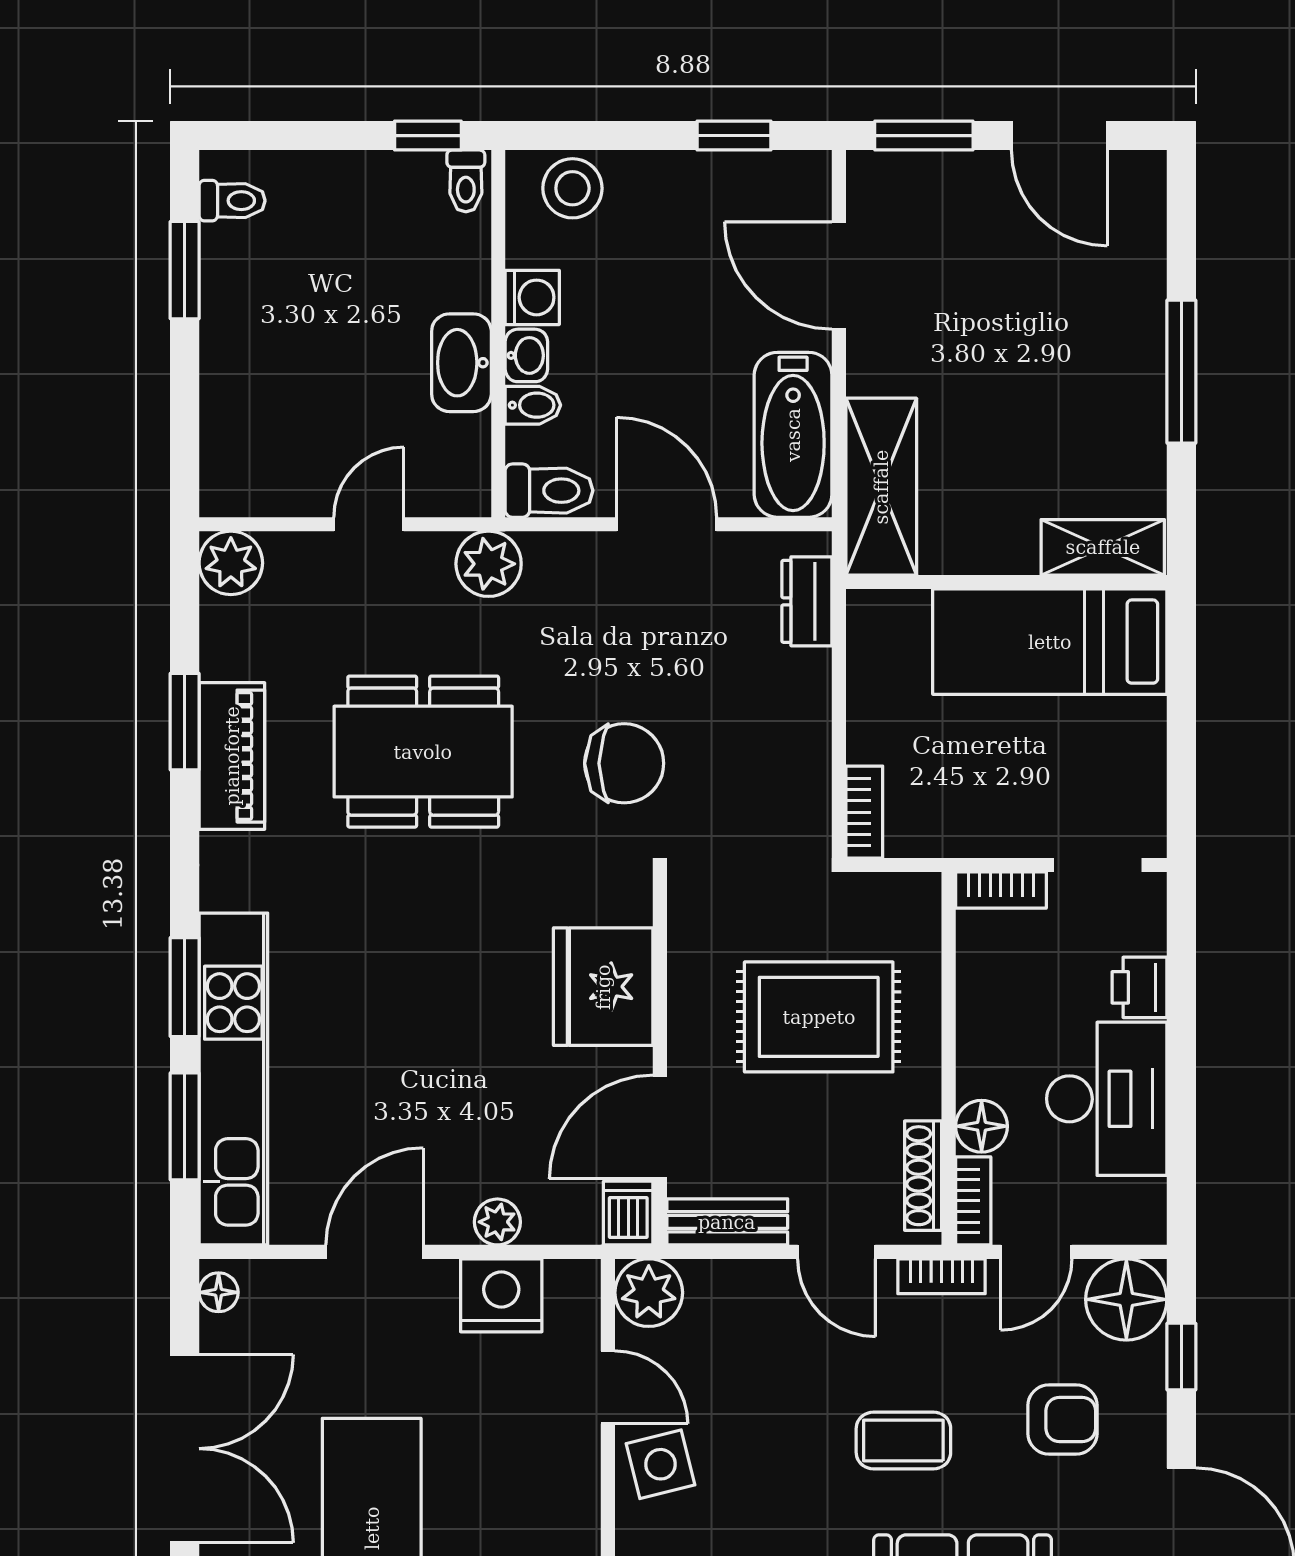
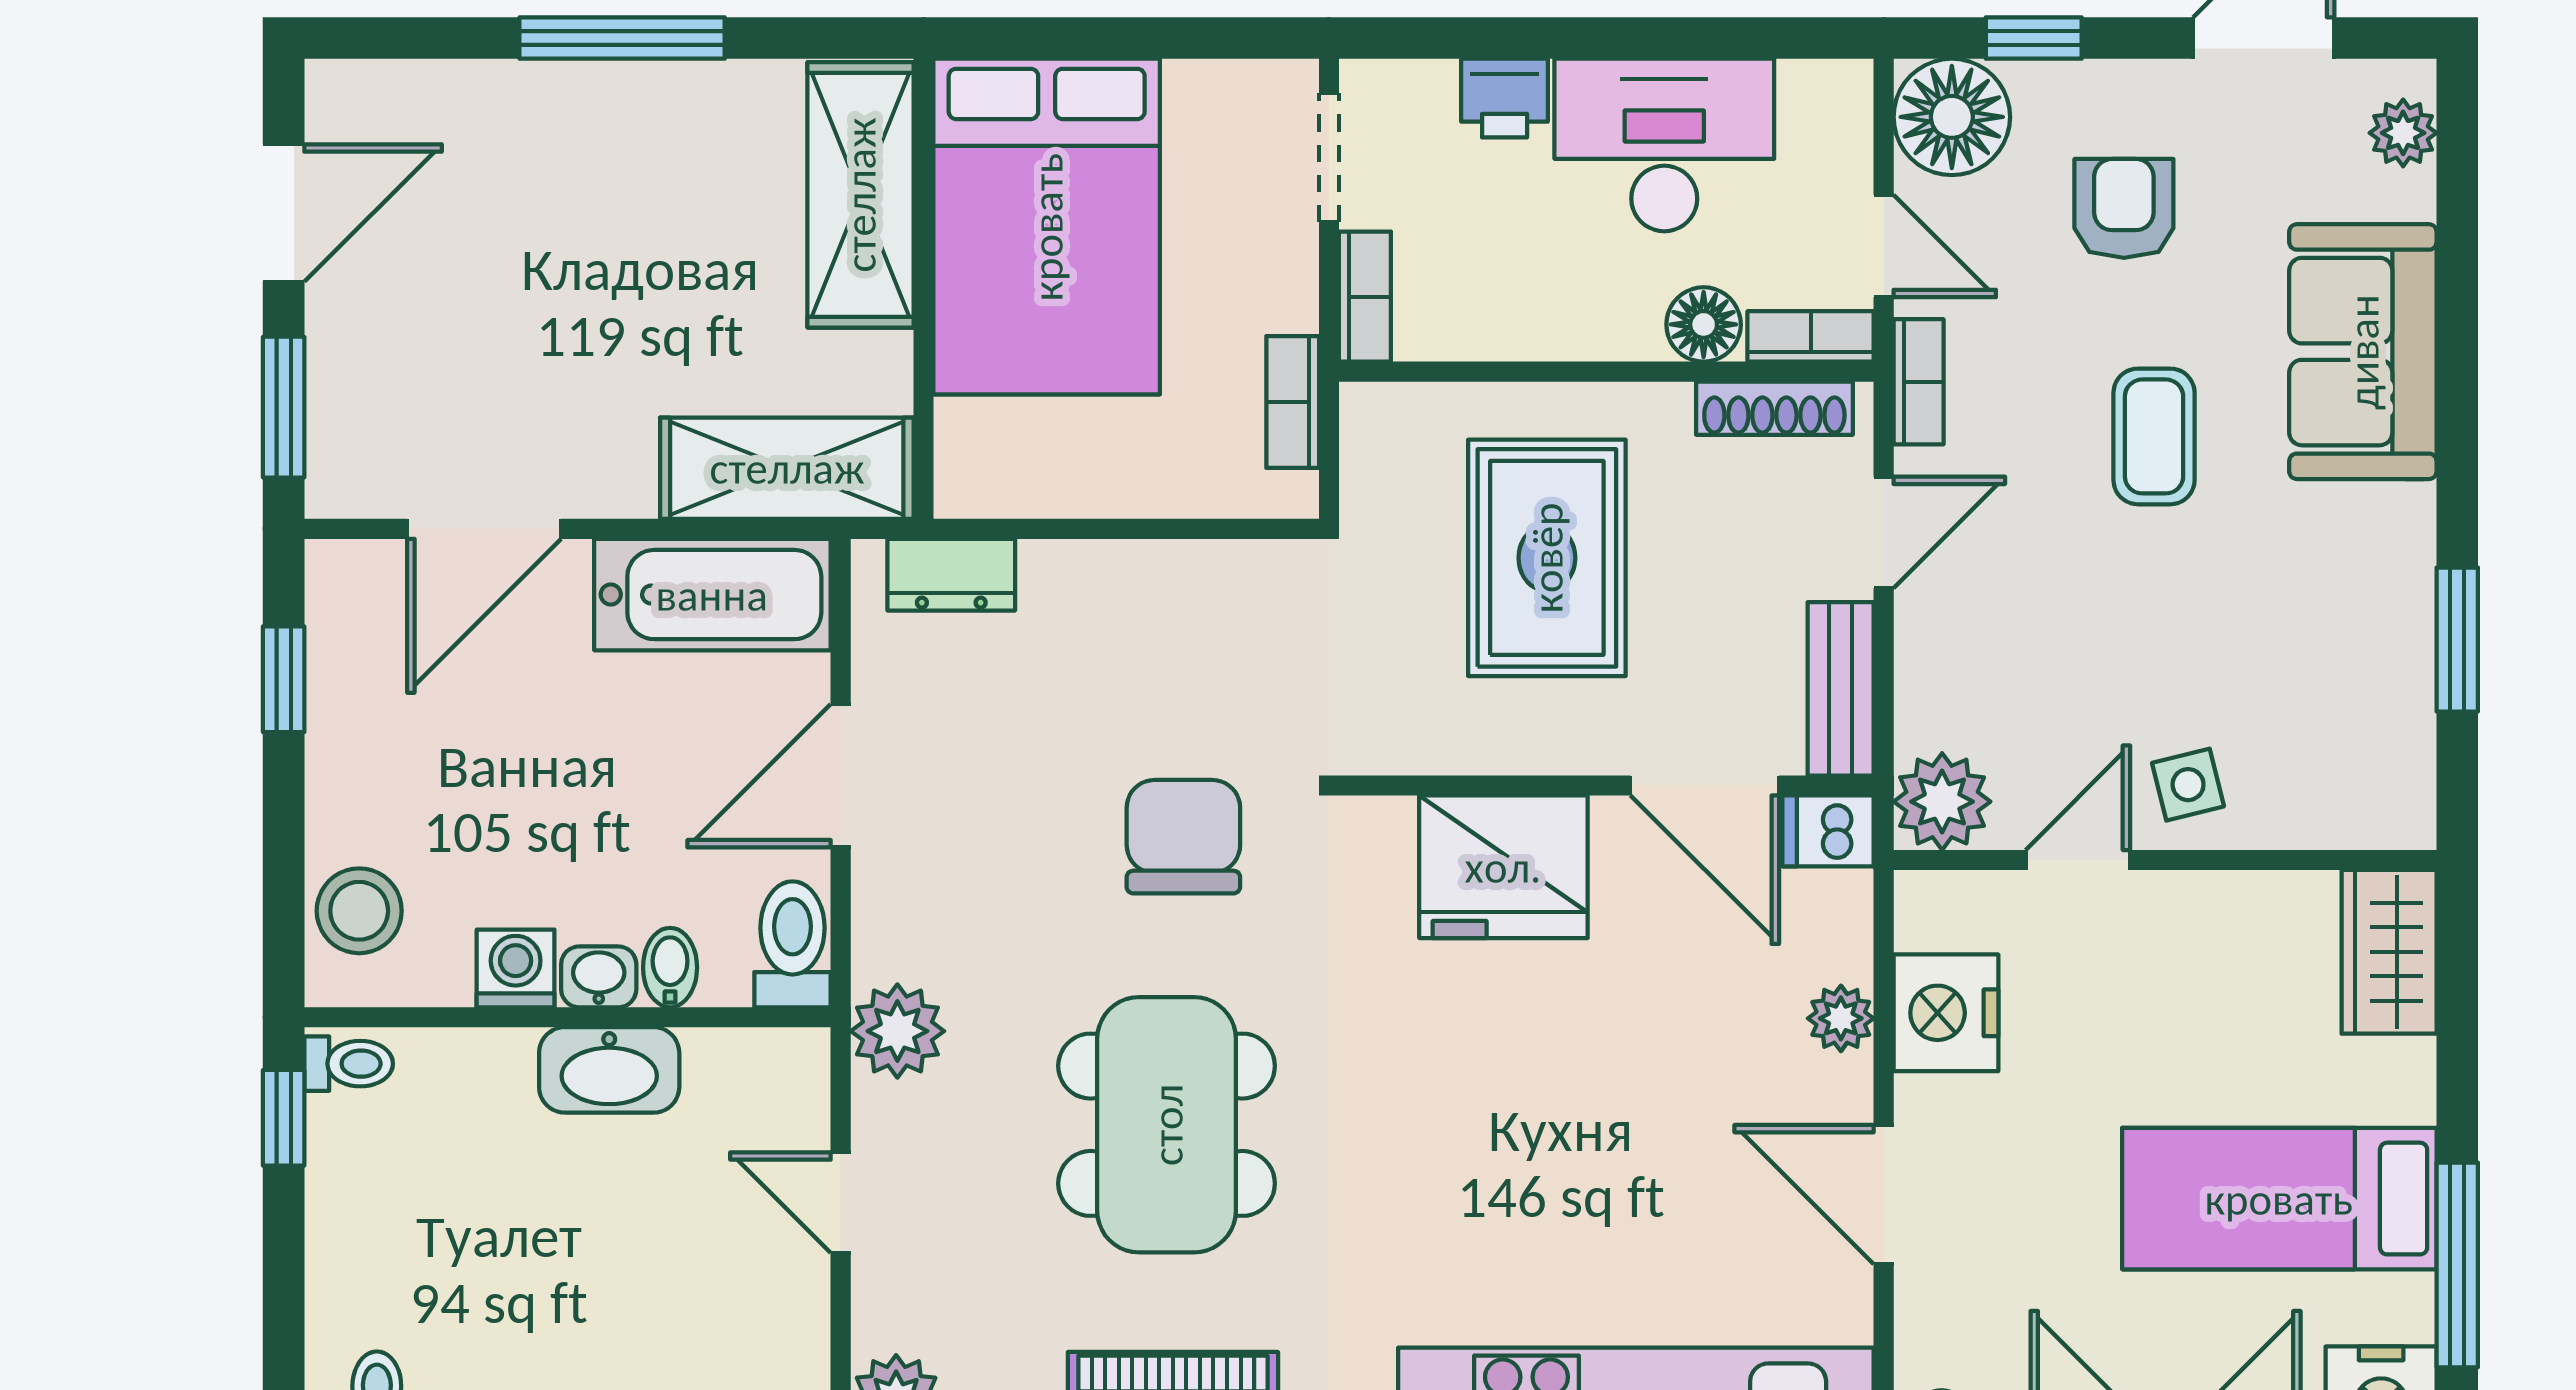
shelving: (1103, 547) -> (860, 195), width x1.50, depth x1.33
bed: (1050, 642) -> (1047, 227), width x1.50
bookcase: (864, 812) -> (1293, 402), moved, turned -90
side table: (660, 1464) -> (2188, 785), width x0.73, depth x0.73

